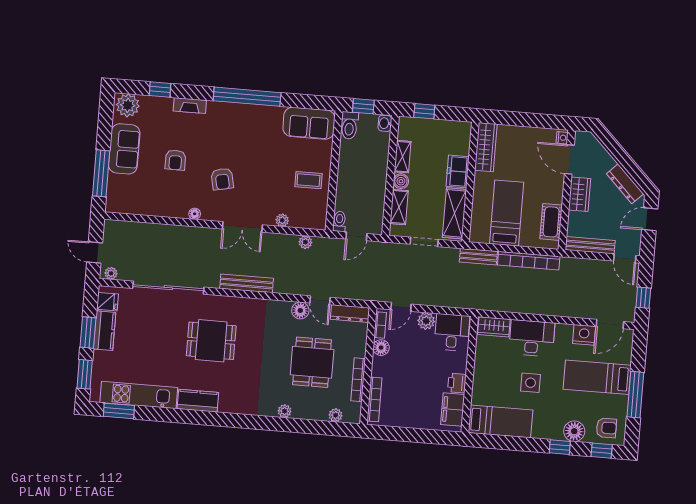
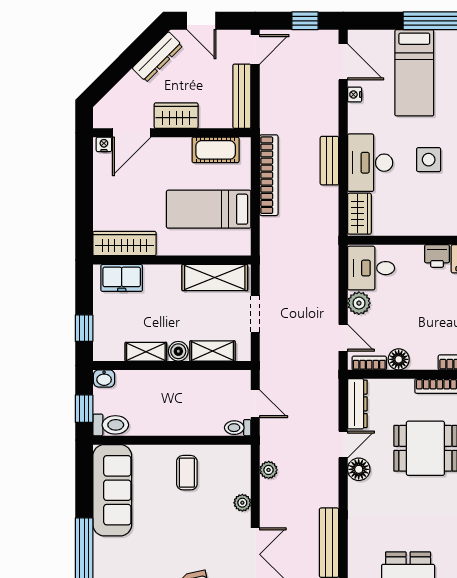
sofa: (309, 123) -> (112, 490), width x1.36
freezer: (458, 171) -> (122, 278), moved
bench: (478, 257) -> (329, 161), moved
nightstand: (584, 335) -> (355, 95), width x0.53, depth x0.56

